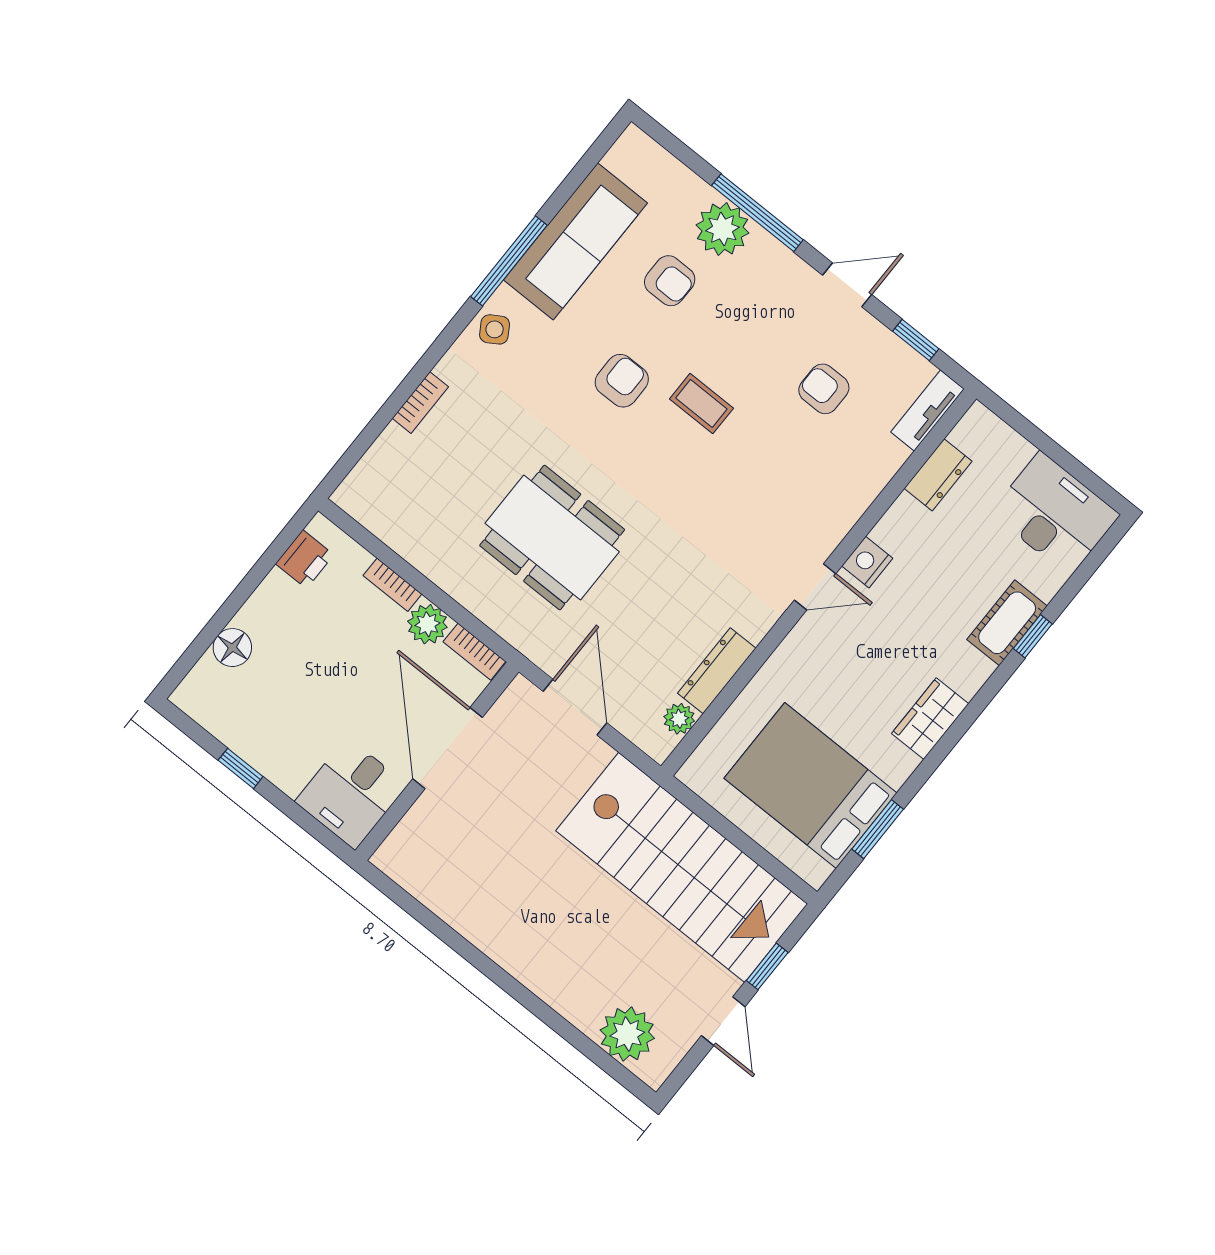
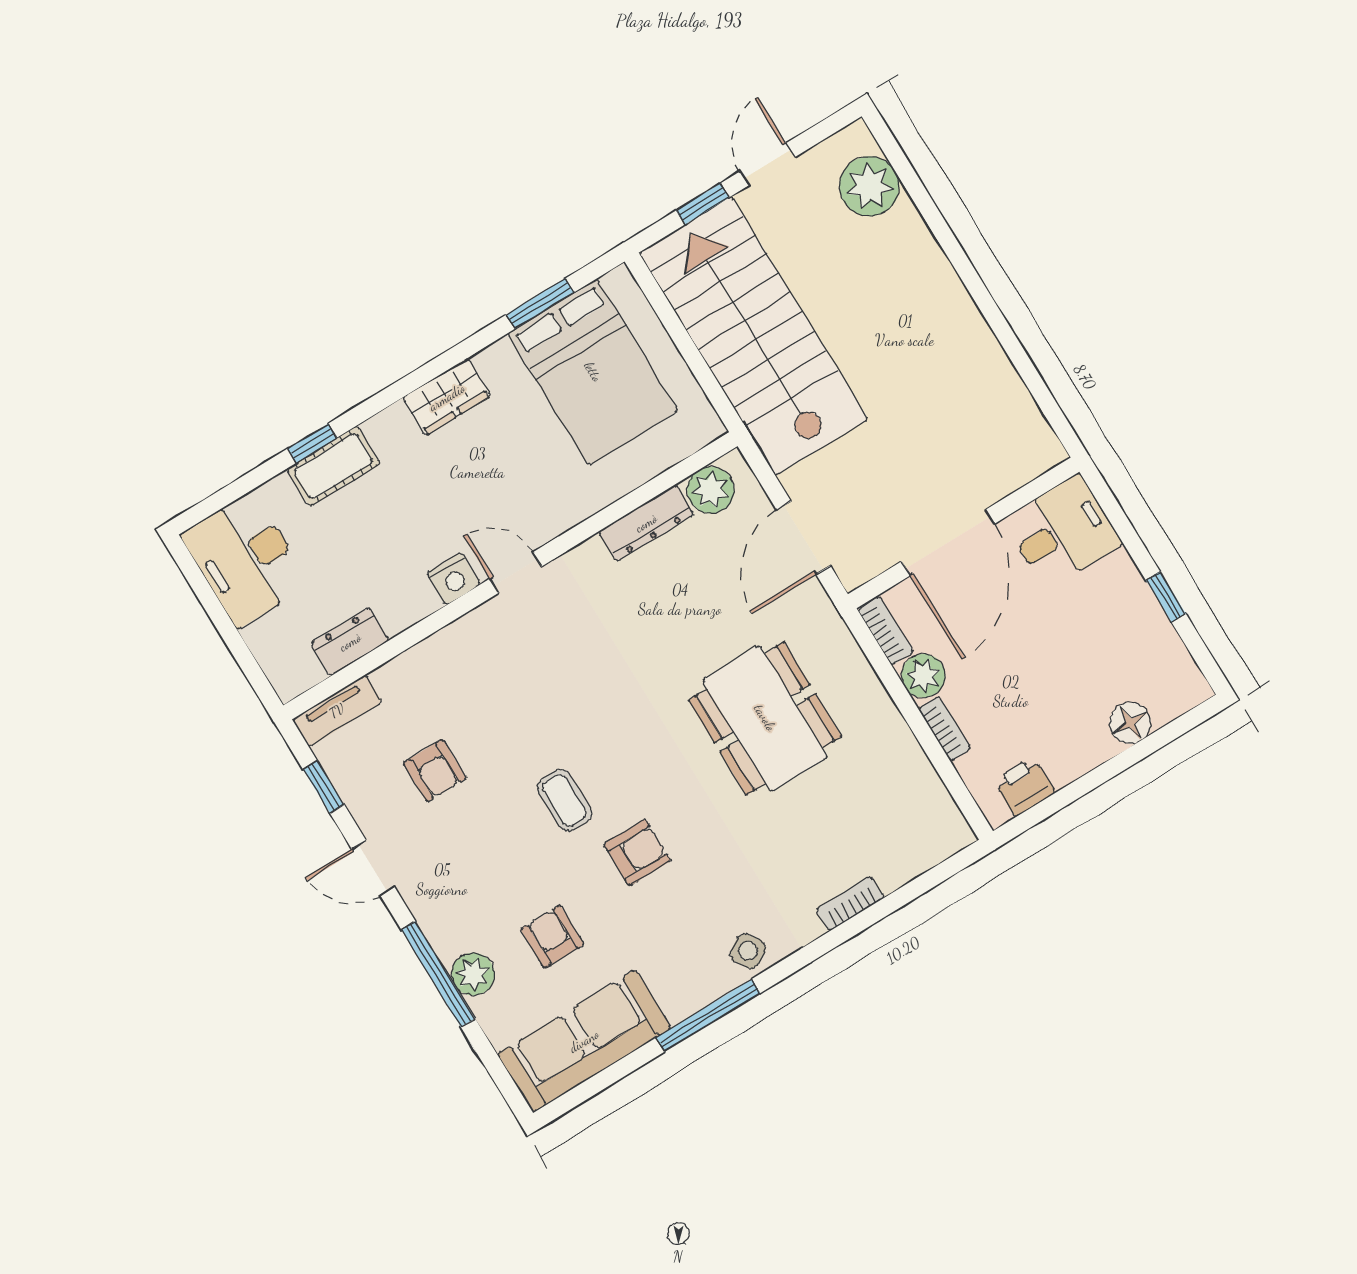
plant: (722, 229) -> (473, 974), width x0.73, depth x0.73
sofa: (575, 241) -> (584, 1041), moved
armchair: (622, 381) -> (637, 853), turned 180
plant: (679, 719) -> (711, 490), width x1.38, depth x1.38

